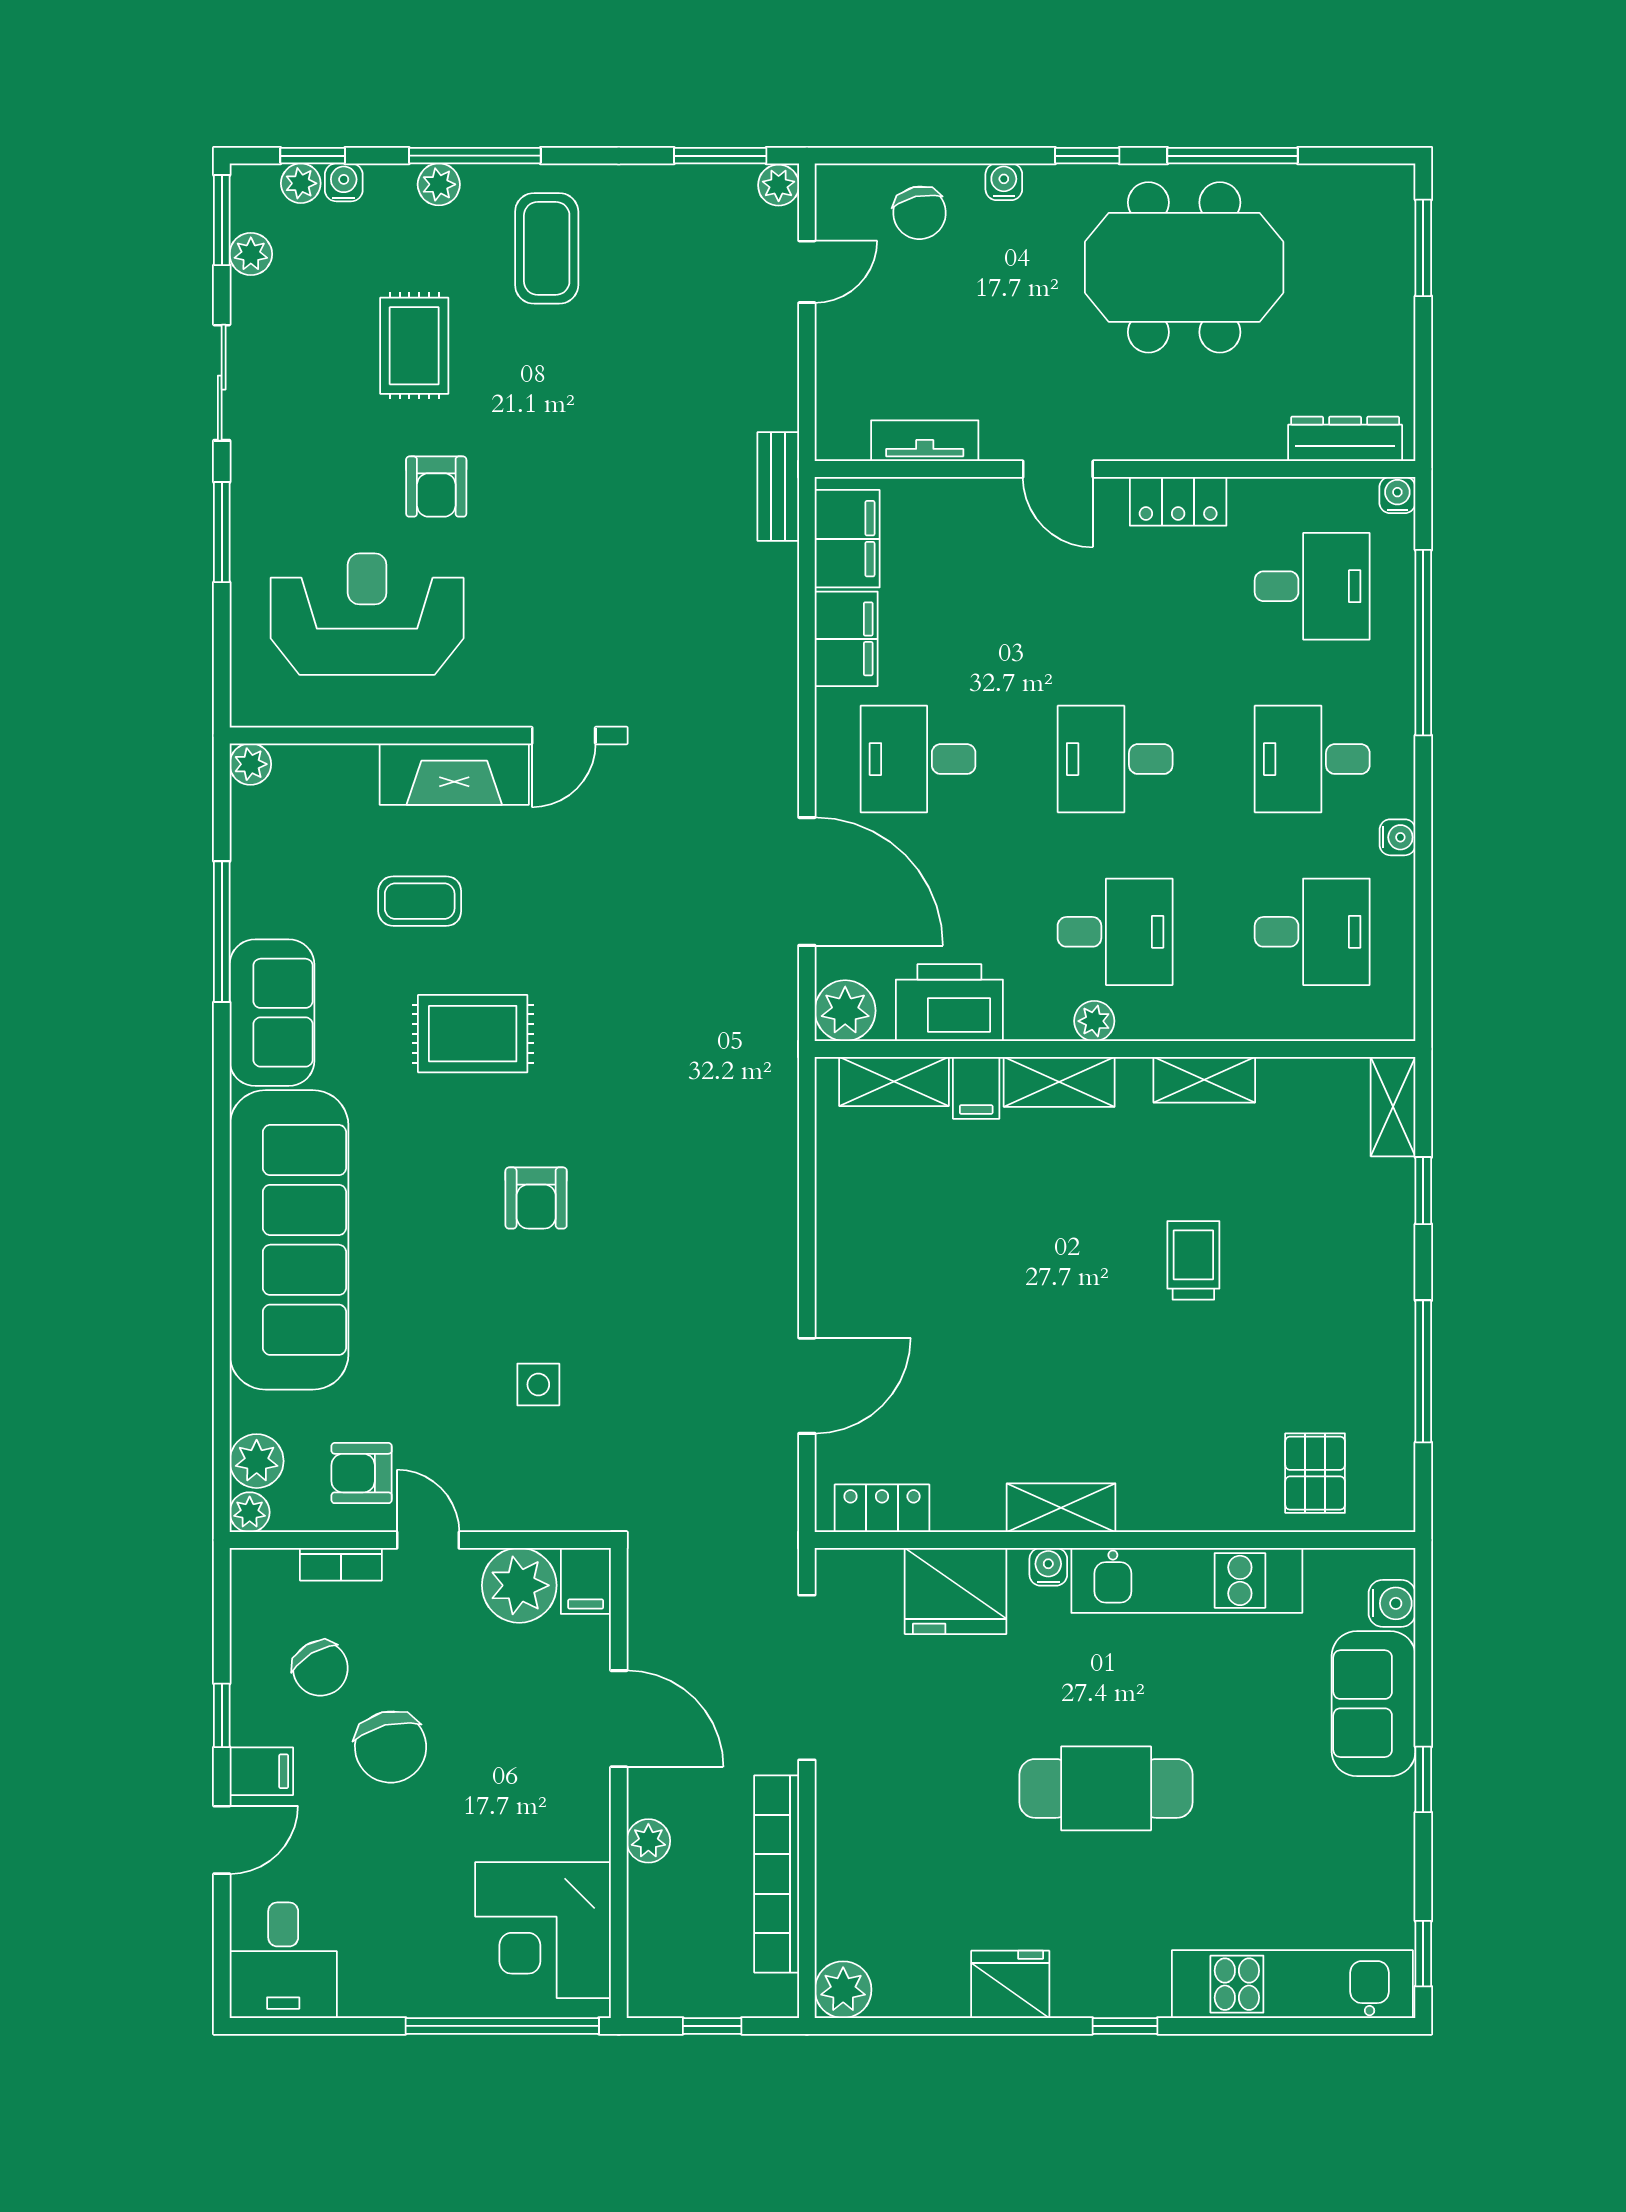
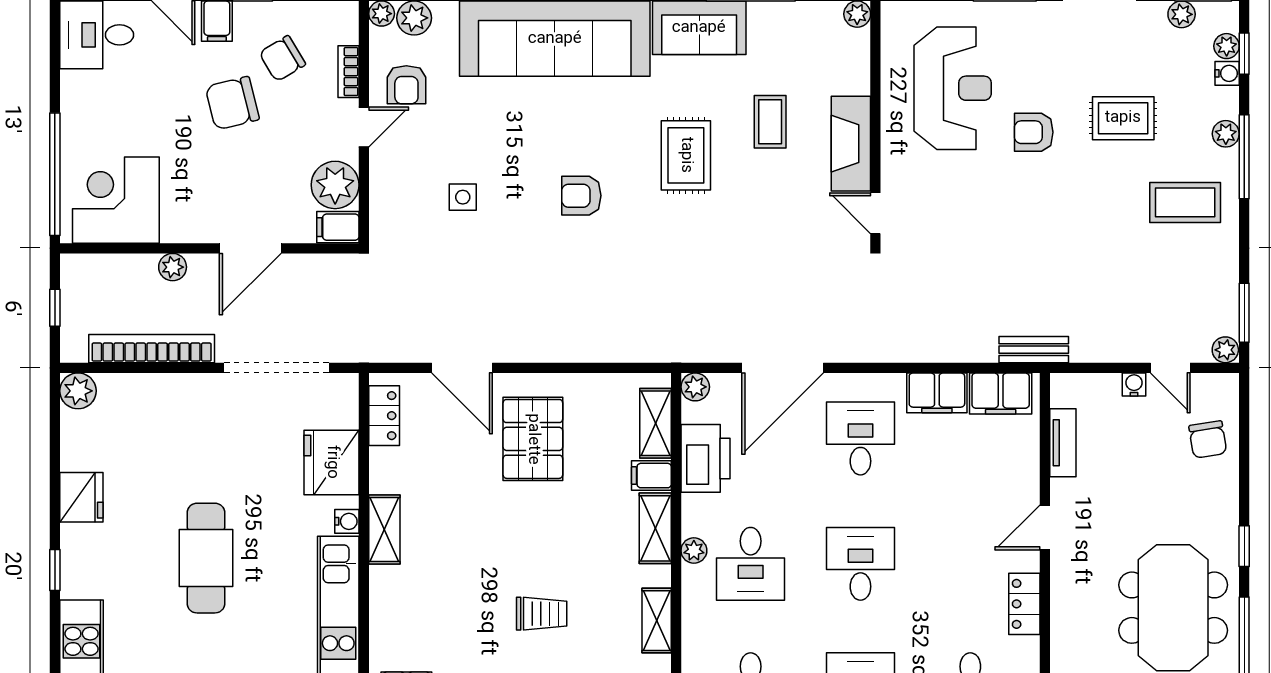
water cooler: (1004, 182) -> (1134, 385), moved, turned -90
chair: (919, 213) -> (1208, 439), turned -86
plant: (845, 1011) -> (695, 387), width x0.73, depth x0.73
pallet: (919, 1274) -> (533, 439), added
armchair: (362, 1473) -> (406, 85), turned 180

